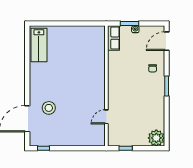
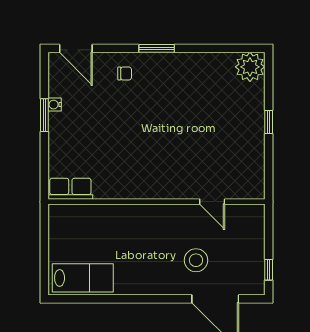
row of seats: (114, 38) -> (70, 189), moved
wall: (106, 86) -> (156, 202), moved
door: (106, 117) -> (212, 202), moved

